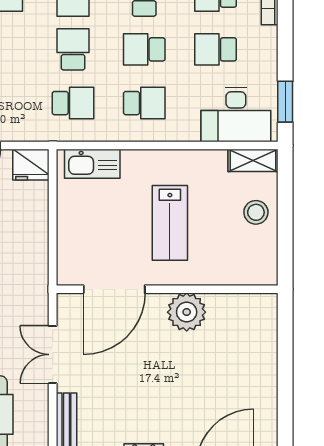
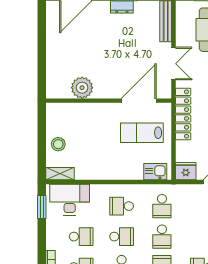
school desk: (73, 103) -> (162, 206), turned -90
kitchen sink: (92, 164) -> (155, 172), width x0.73
lab bench: (170, 223) -> (142, 133), moved, turned -90
locker: (36, 265) -> (183, 114), added
plant: (187, 312) -> (82, 88), moved

